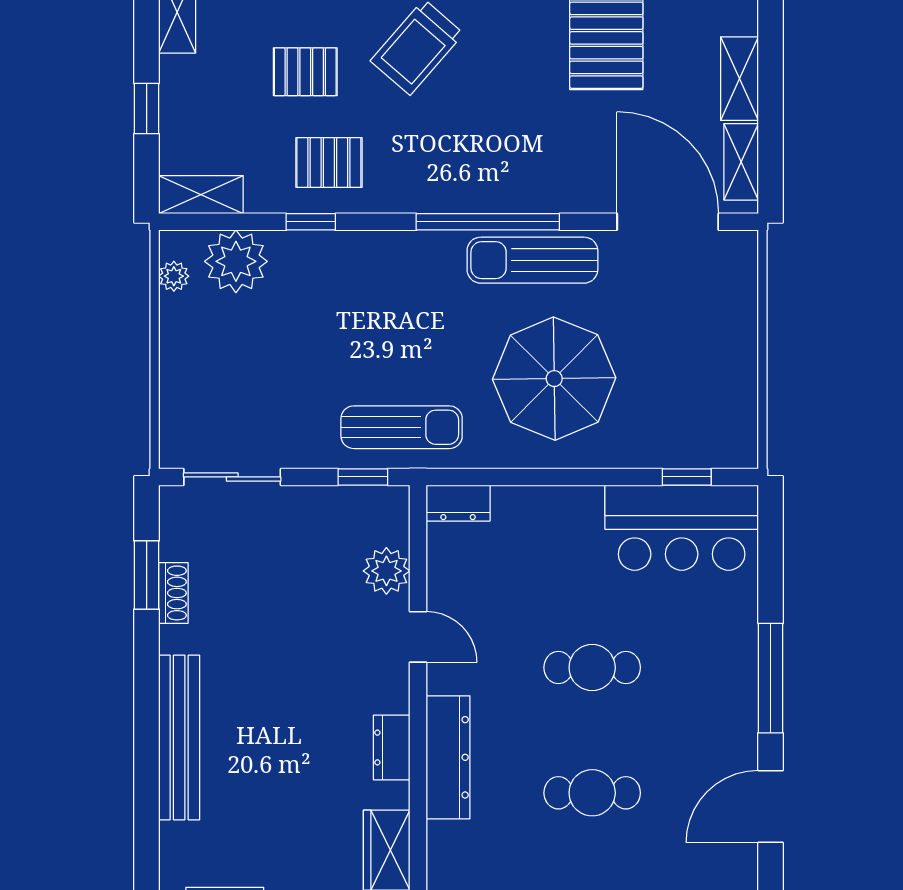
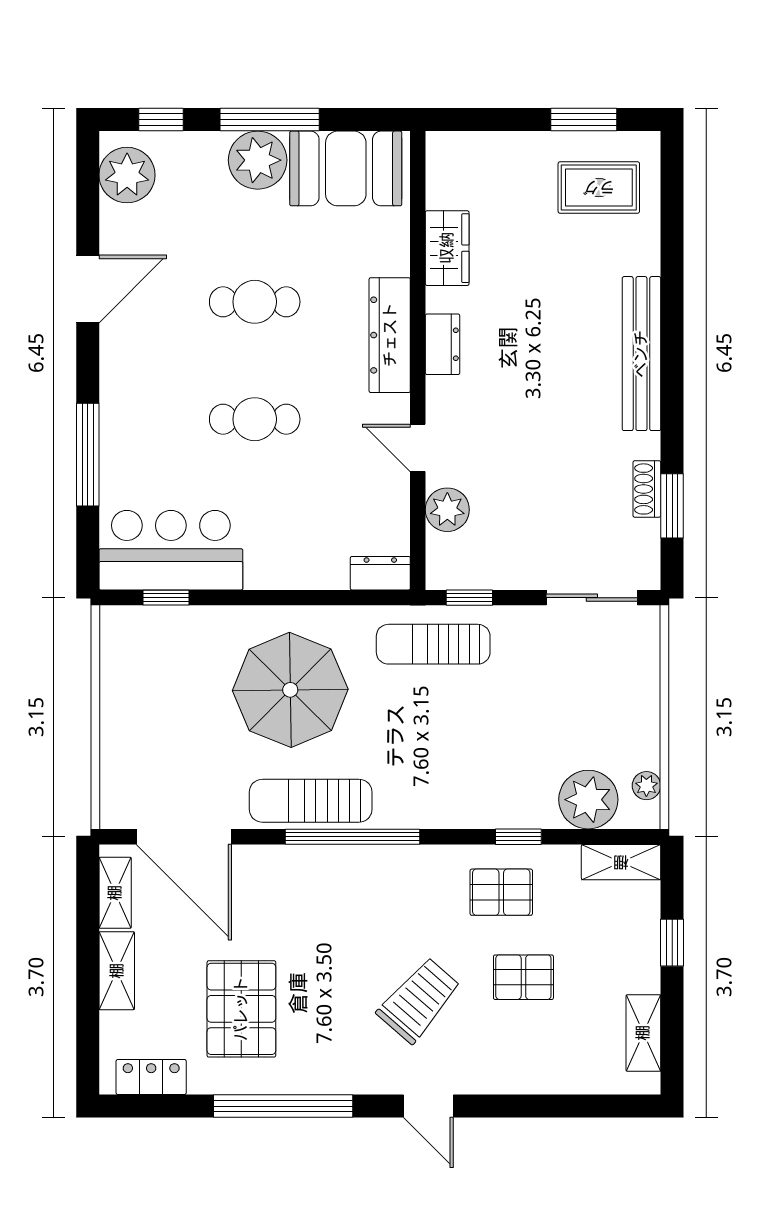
sun lounger: (532, 260) -> (311, 801), turned 180
window: (770, 678) -> (88, 455), moved

